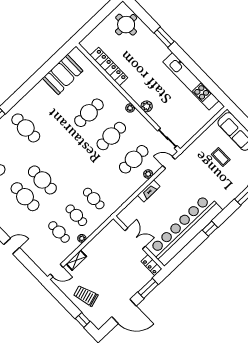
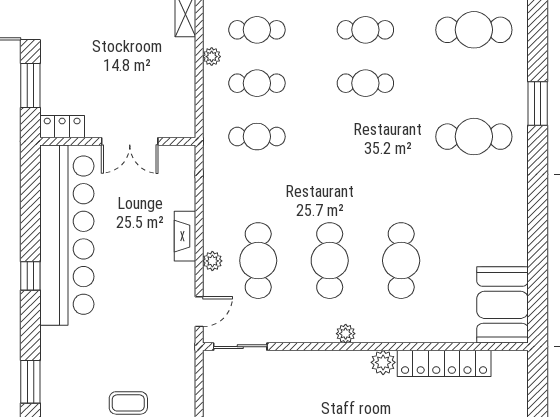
booth: (63, 74) -> (503, 305), moved
plant: (147, 106) -> (383, 362), moved
cafe table: (42, 180) -> (365, 83), width x0.73, depth x0.74
cafe table: (25, 197) -> (365, 30), width x0.73, depth x0.74

